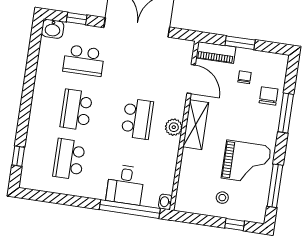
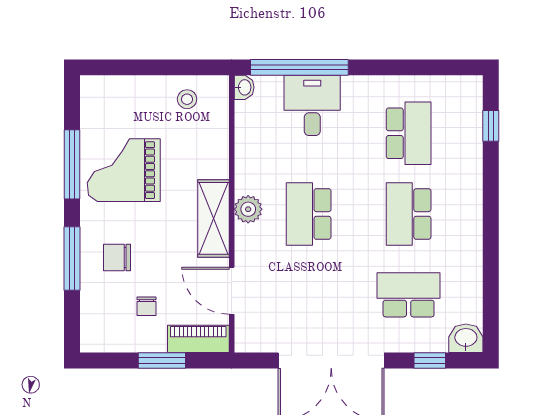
chair: (269, 96) -> (117, 257), moved, turned 90
school desk: (76, 110) -> (409, 214), turned 180
window: (275, 186) -> (72, 164), moved
stool: (222, 198) -> (187, 99), moved
window: (235, 225) -> (127, 67), removed

